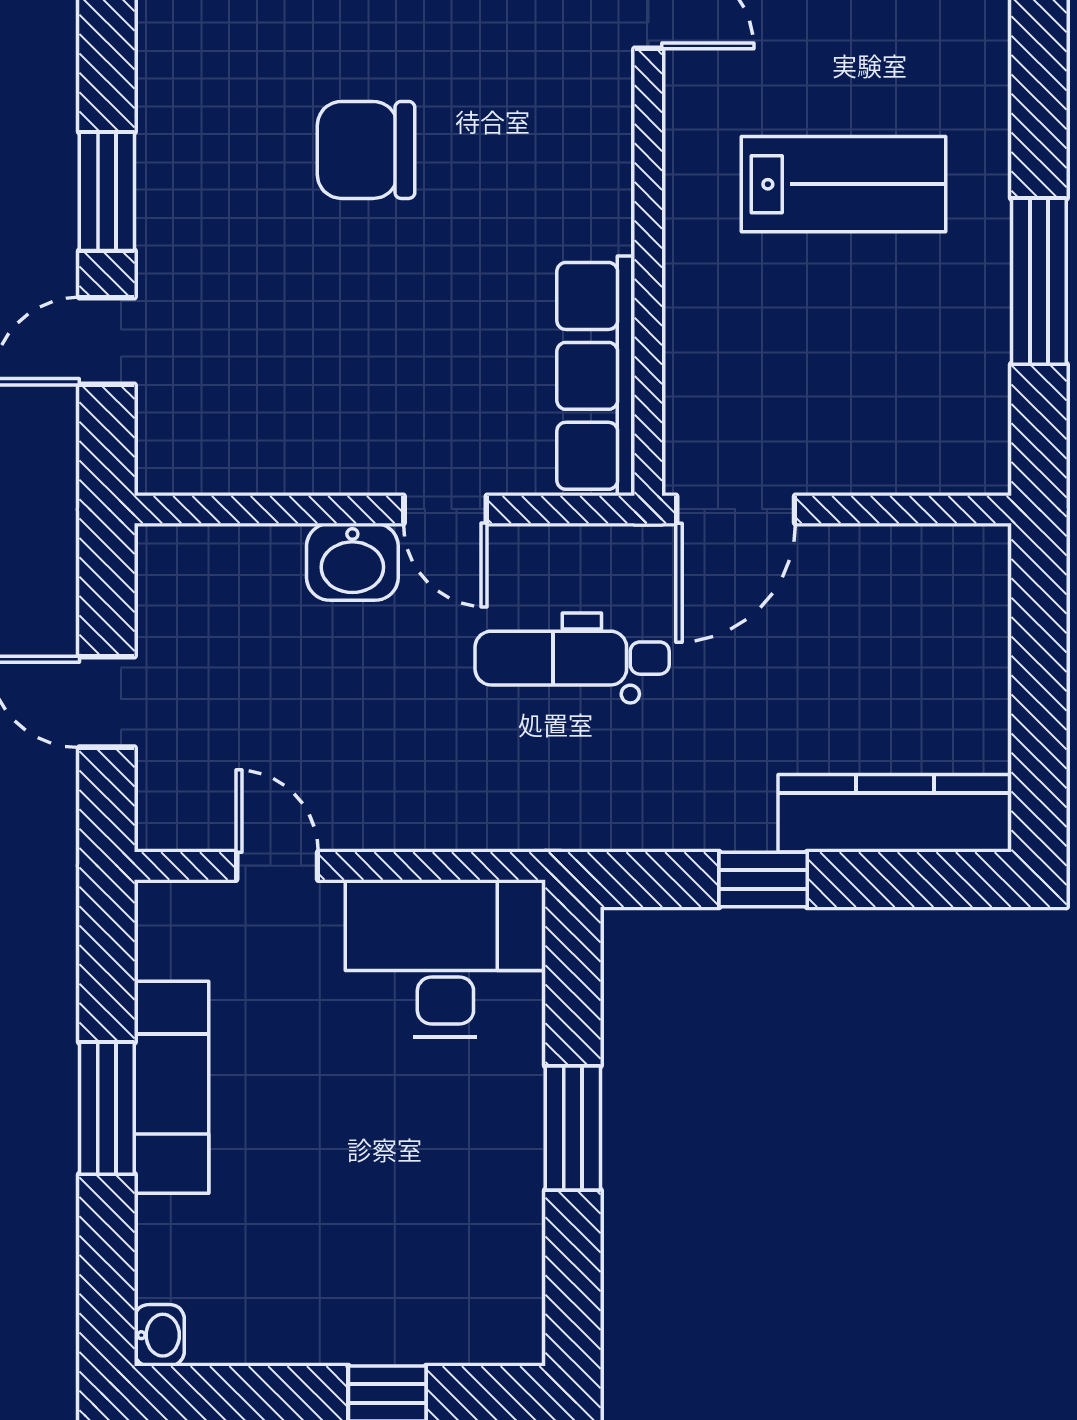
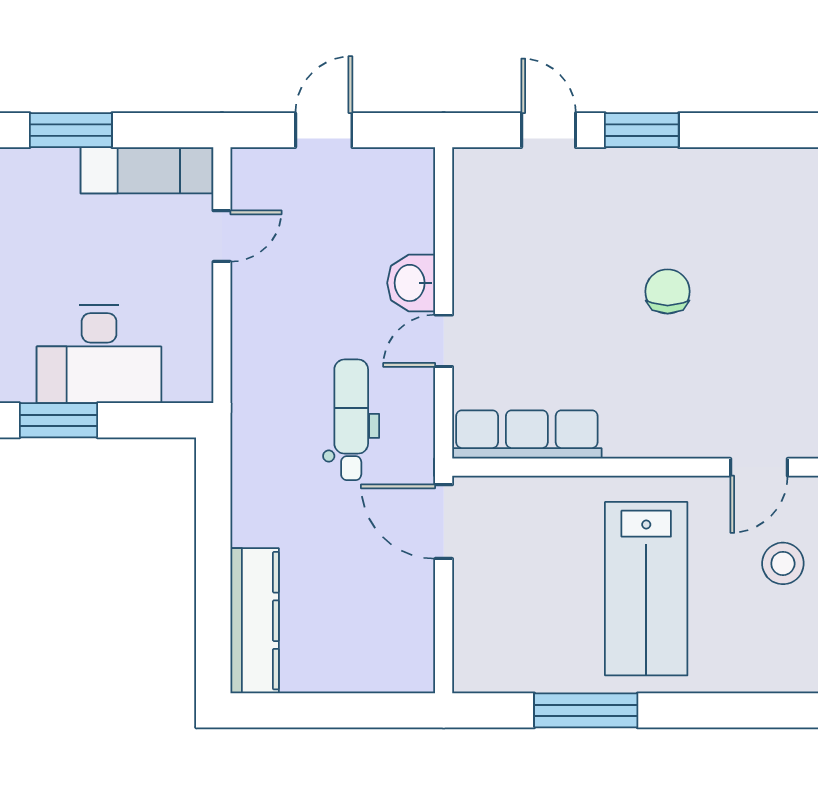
chair: (366, 150) -> (668, 291), width x0.73, depth x0.73
lab bench: (843, 184) -> (646, 589), width x1.36, depth x1.39
window: (763, 880) -> (213, 539), removed
desk: (445, 958) -> (99, 354), moved, turned 90
exam couch: (171, 1087) -> (147, 170), moved

